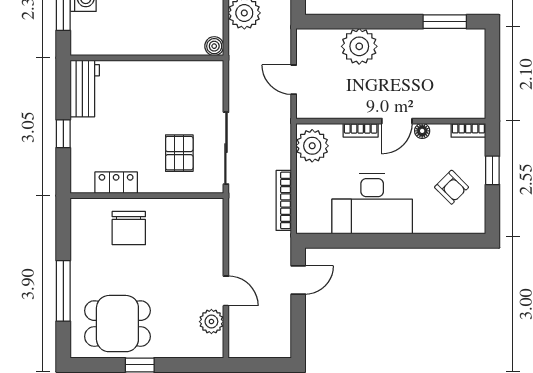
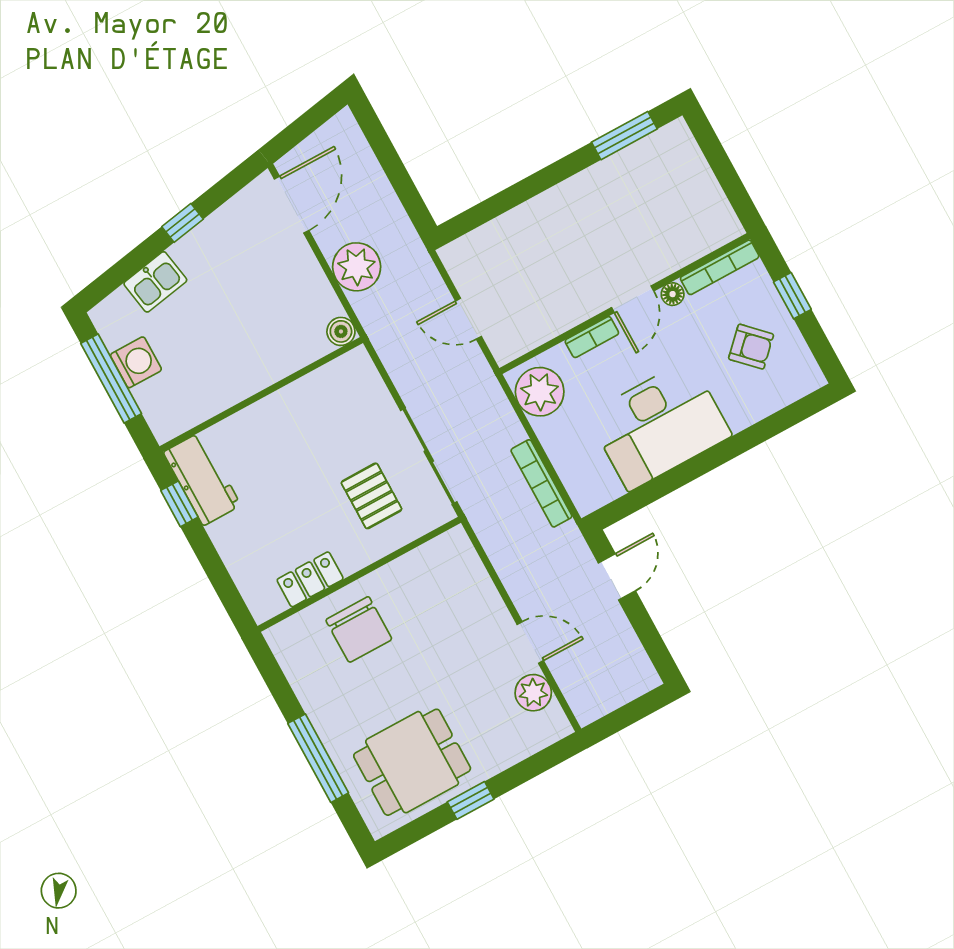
plant: (359, 46) -> (530, 229), removed
bookcase: (468, 130) -> (720, 267), width x1.56
window: (63, 134) -> (179, 504), moved

